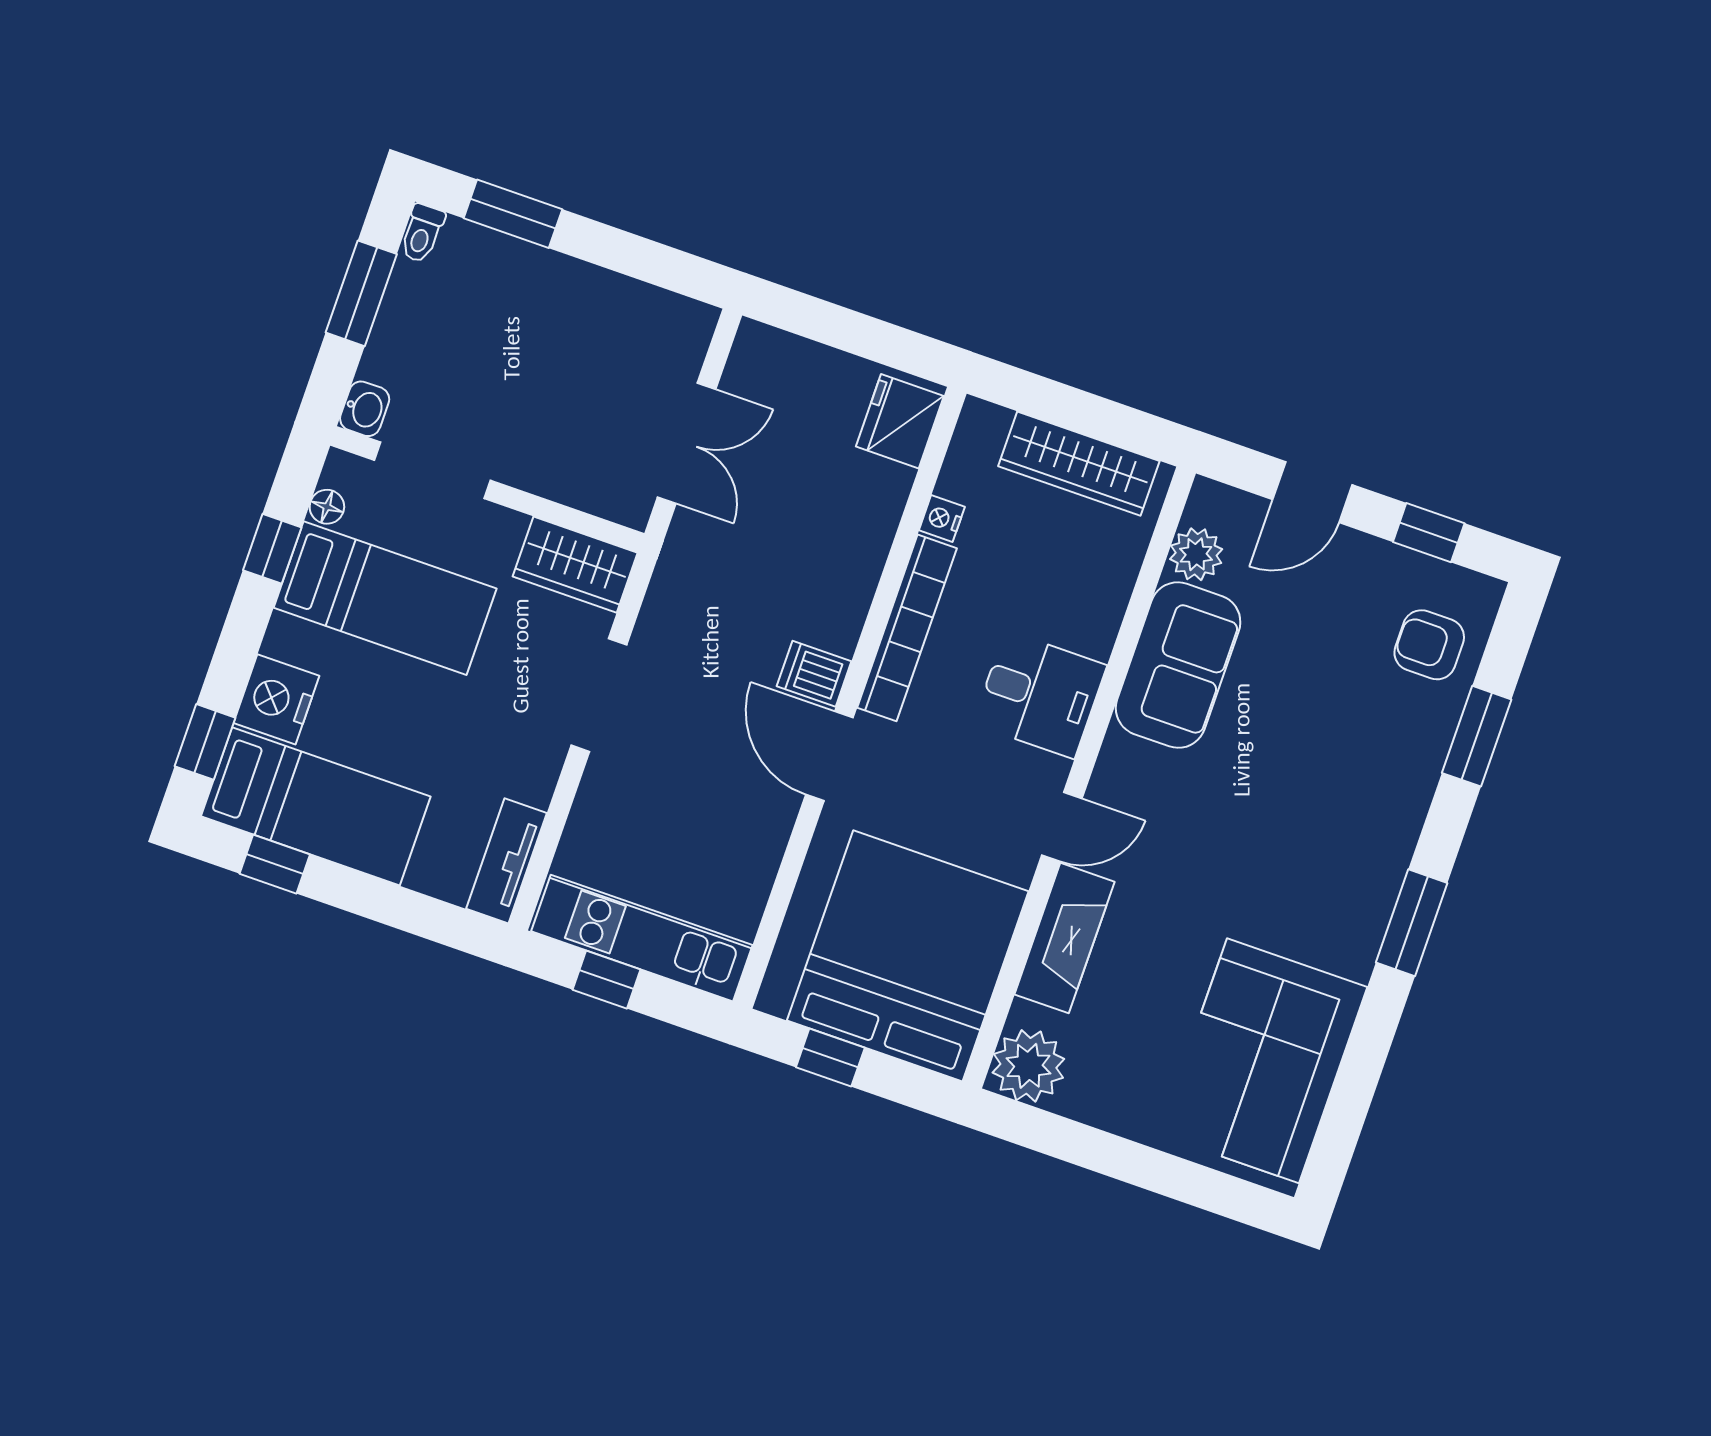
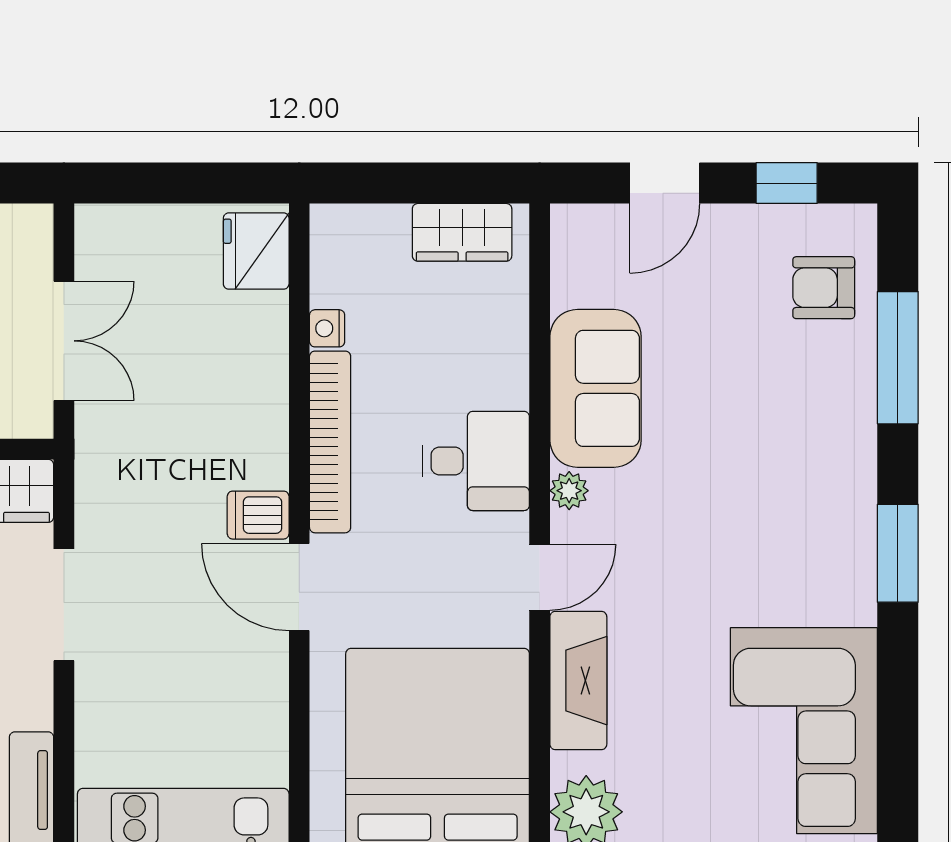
wardrobe: (1079, 464) -> (462, 232), width x0.67
plant: (1196, 554) -> (569, 491), moved, width x0.73, depth x0.73
window: (1477, 736) -> (898, 358), width x1.44

